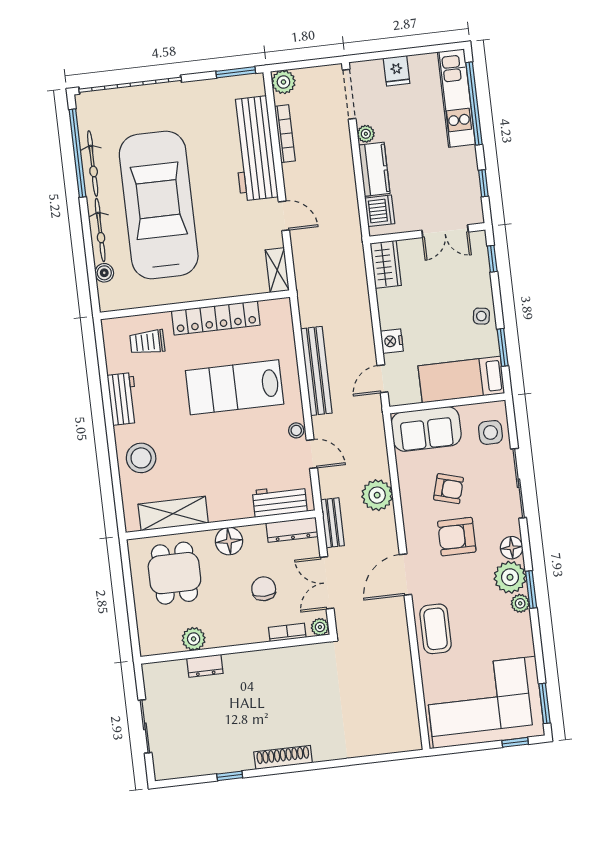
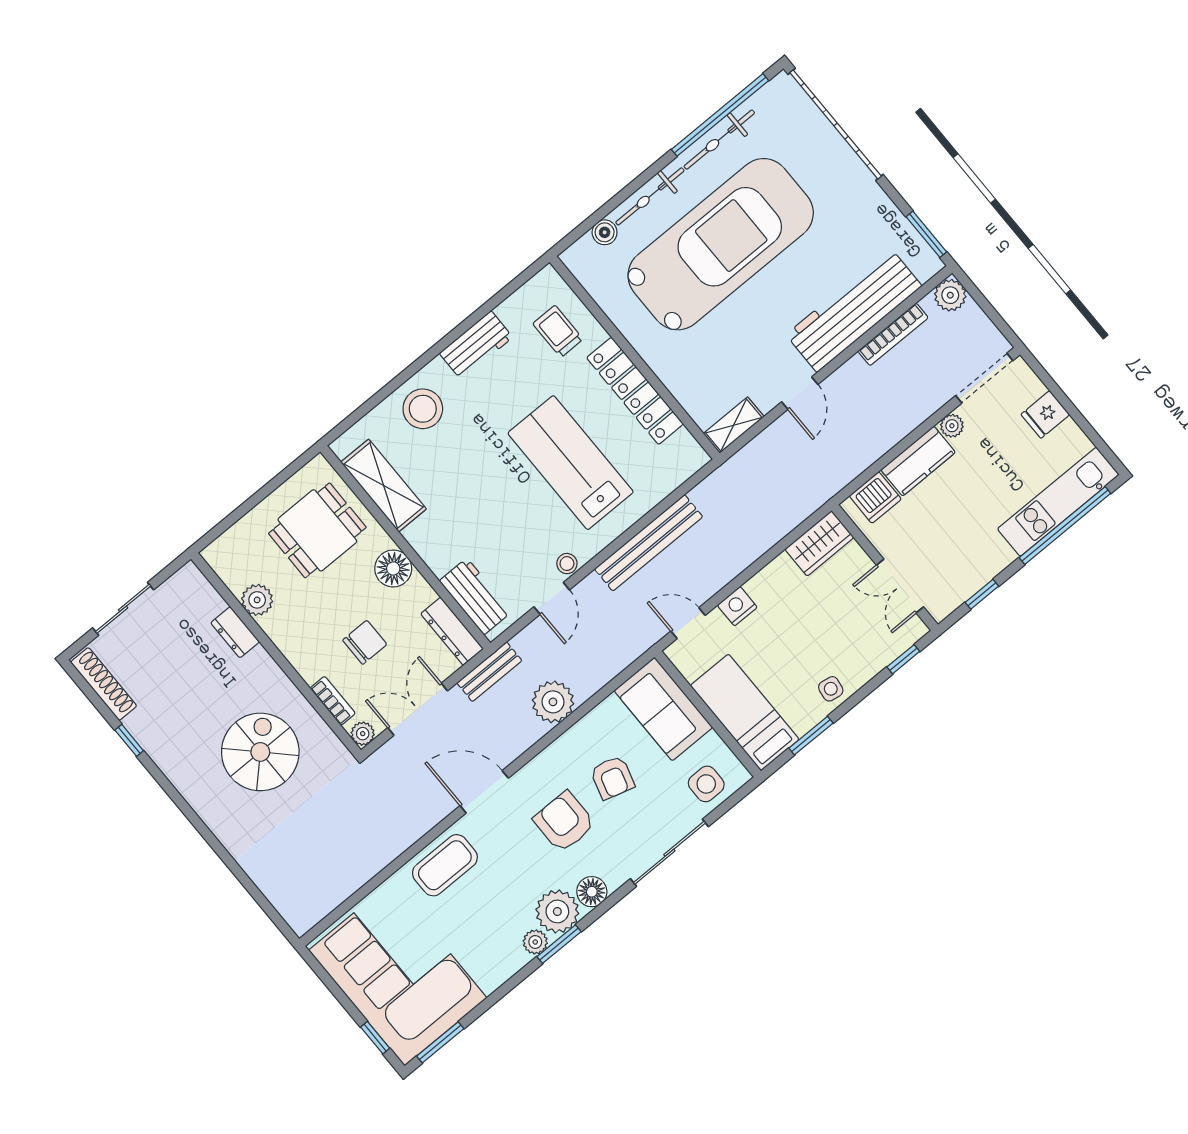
spiral stairs: (290, 698) -> (260, 752), added
shoe rack: (283, 757) -> (104, 684), moved

